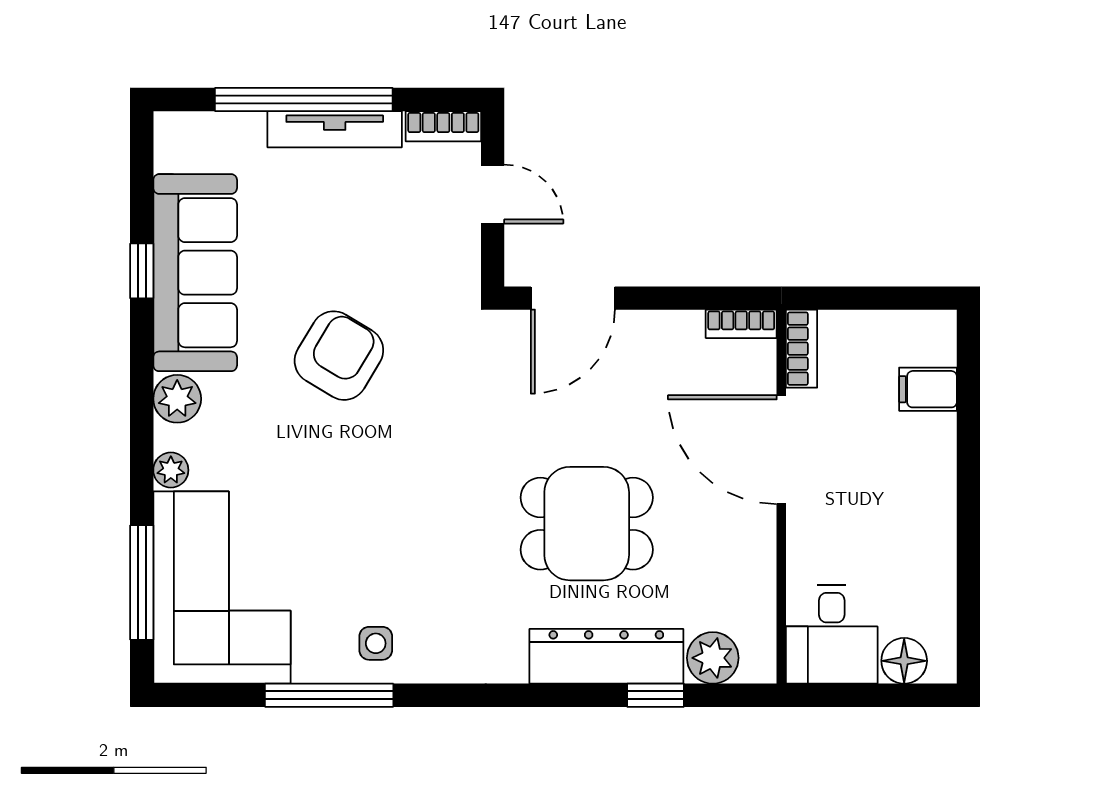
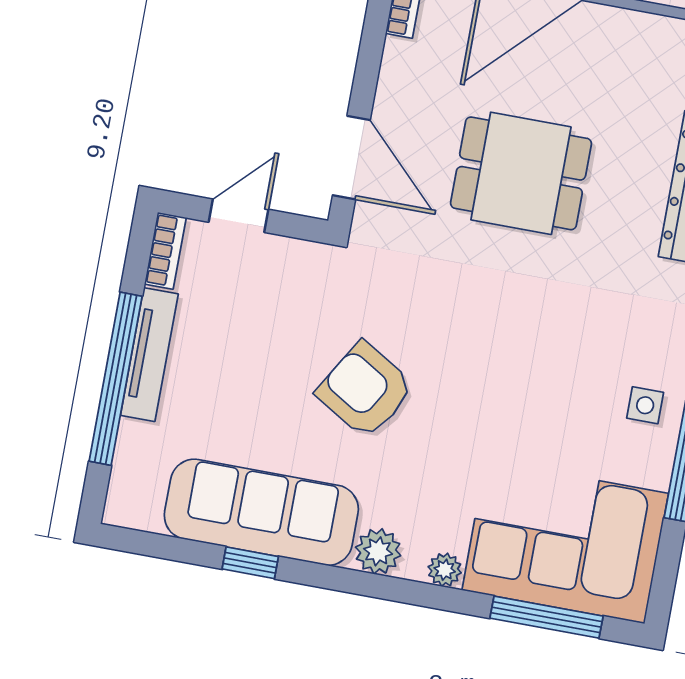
dining table: (587, 524) -> (521, 173), moved, turned 90

